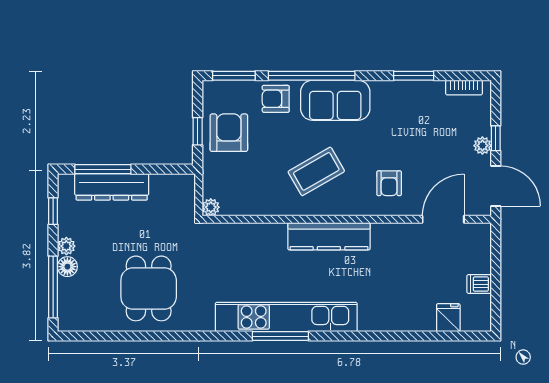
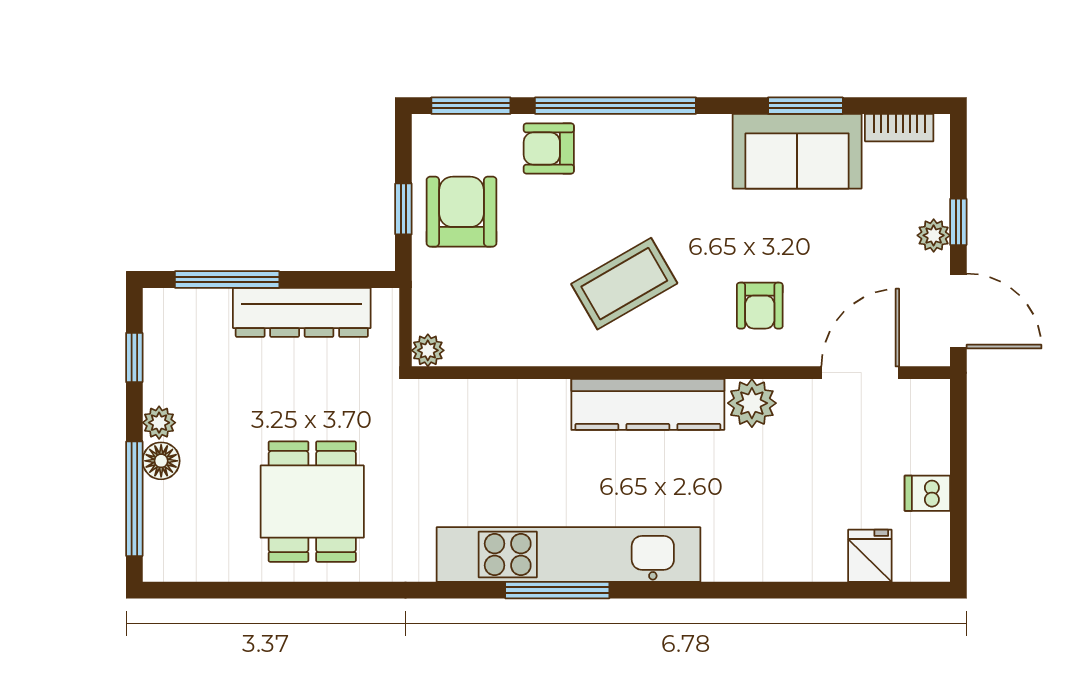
sofa: (335, 100) -> (797, 151), moved
dresser: (112, 187) -> (302, 312), moved
plant: (385, 236) -> (752, 403), added

